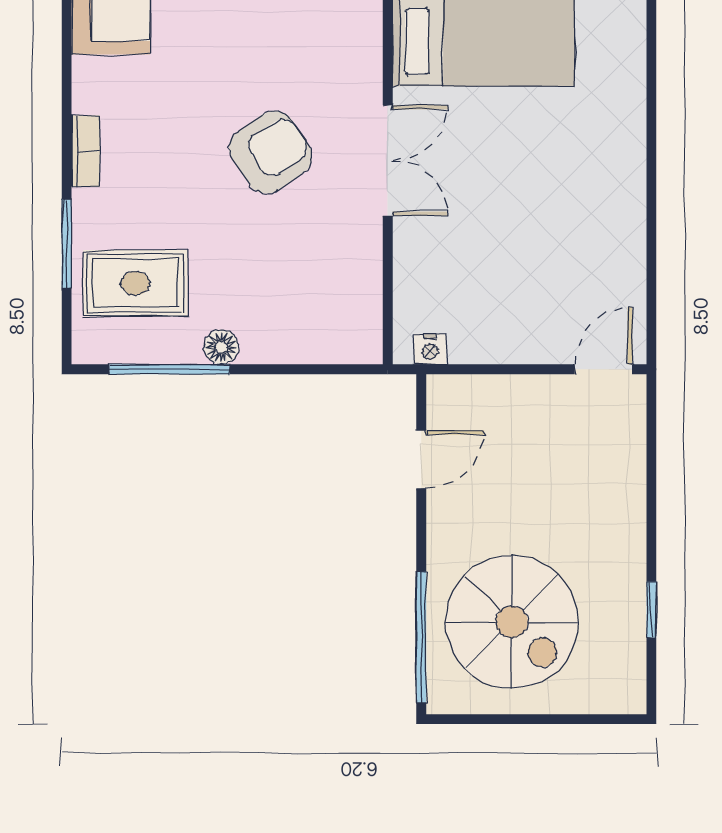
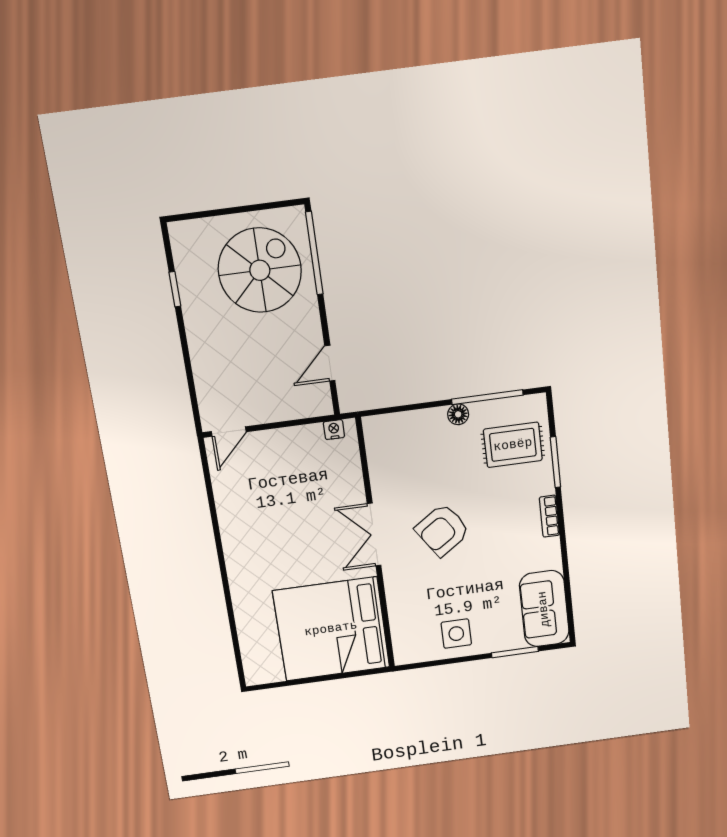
spiral stairs: (512, 622) -> (260, 270), turned 90

